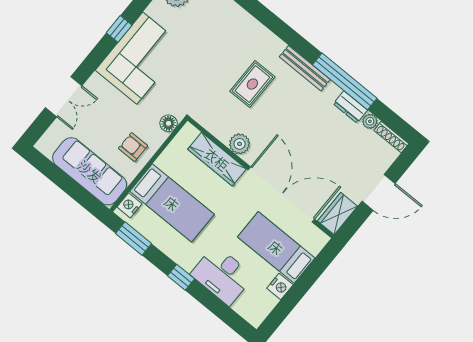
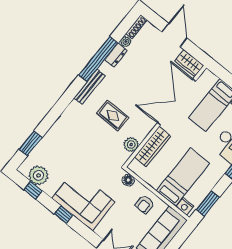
rug: (252, 84) -> (113, 115), moved
plant: (240, 144) -> (131, 145), moved

